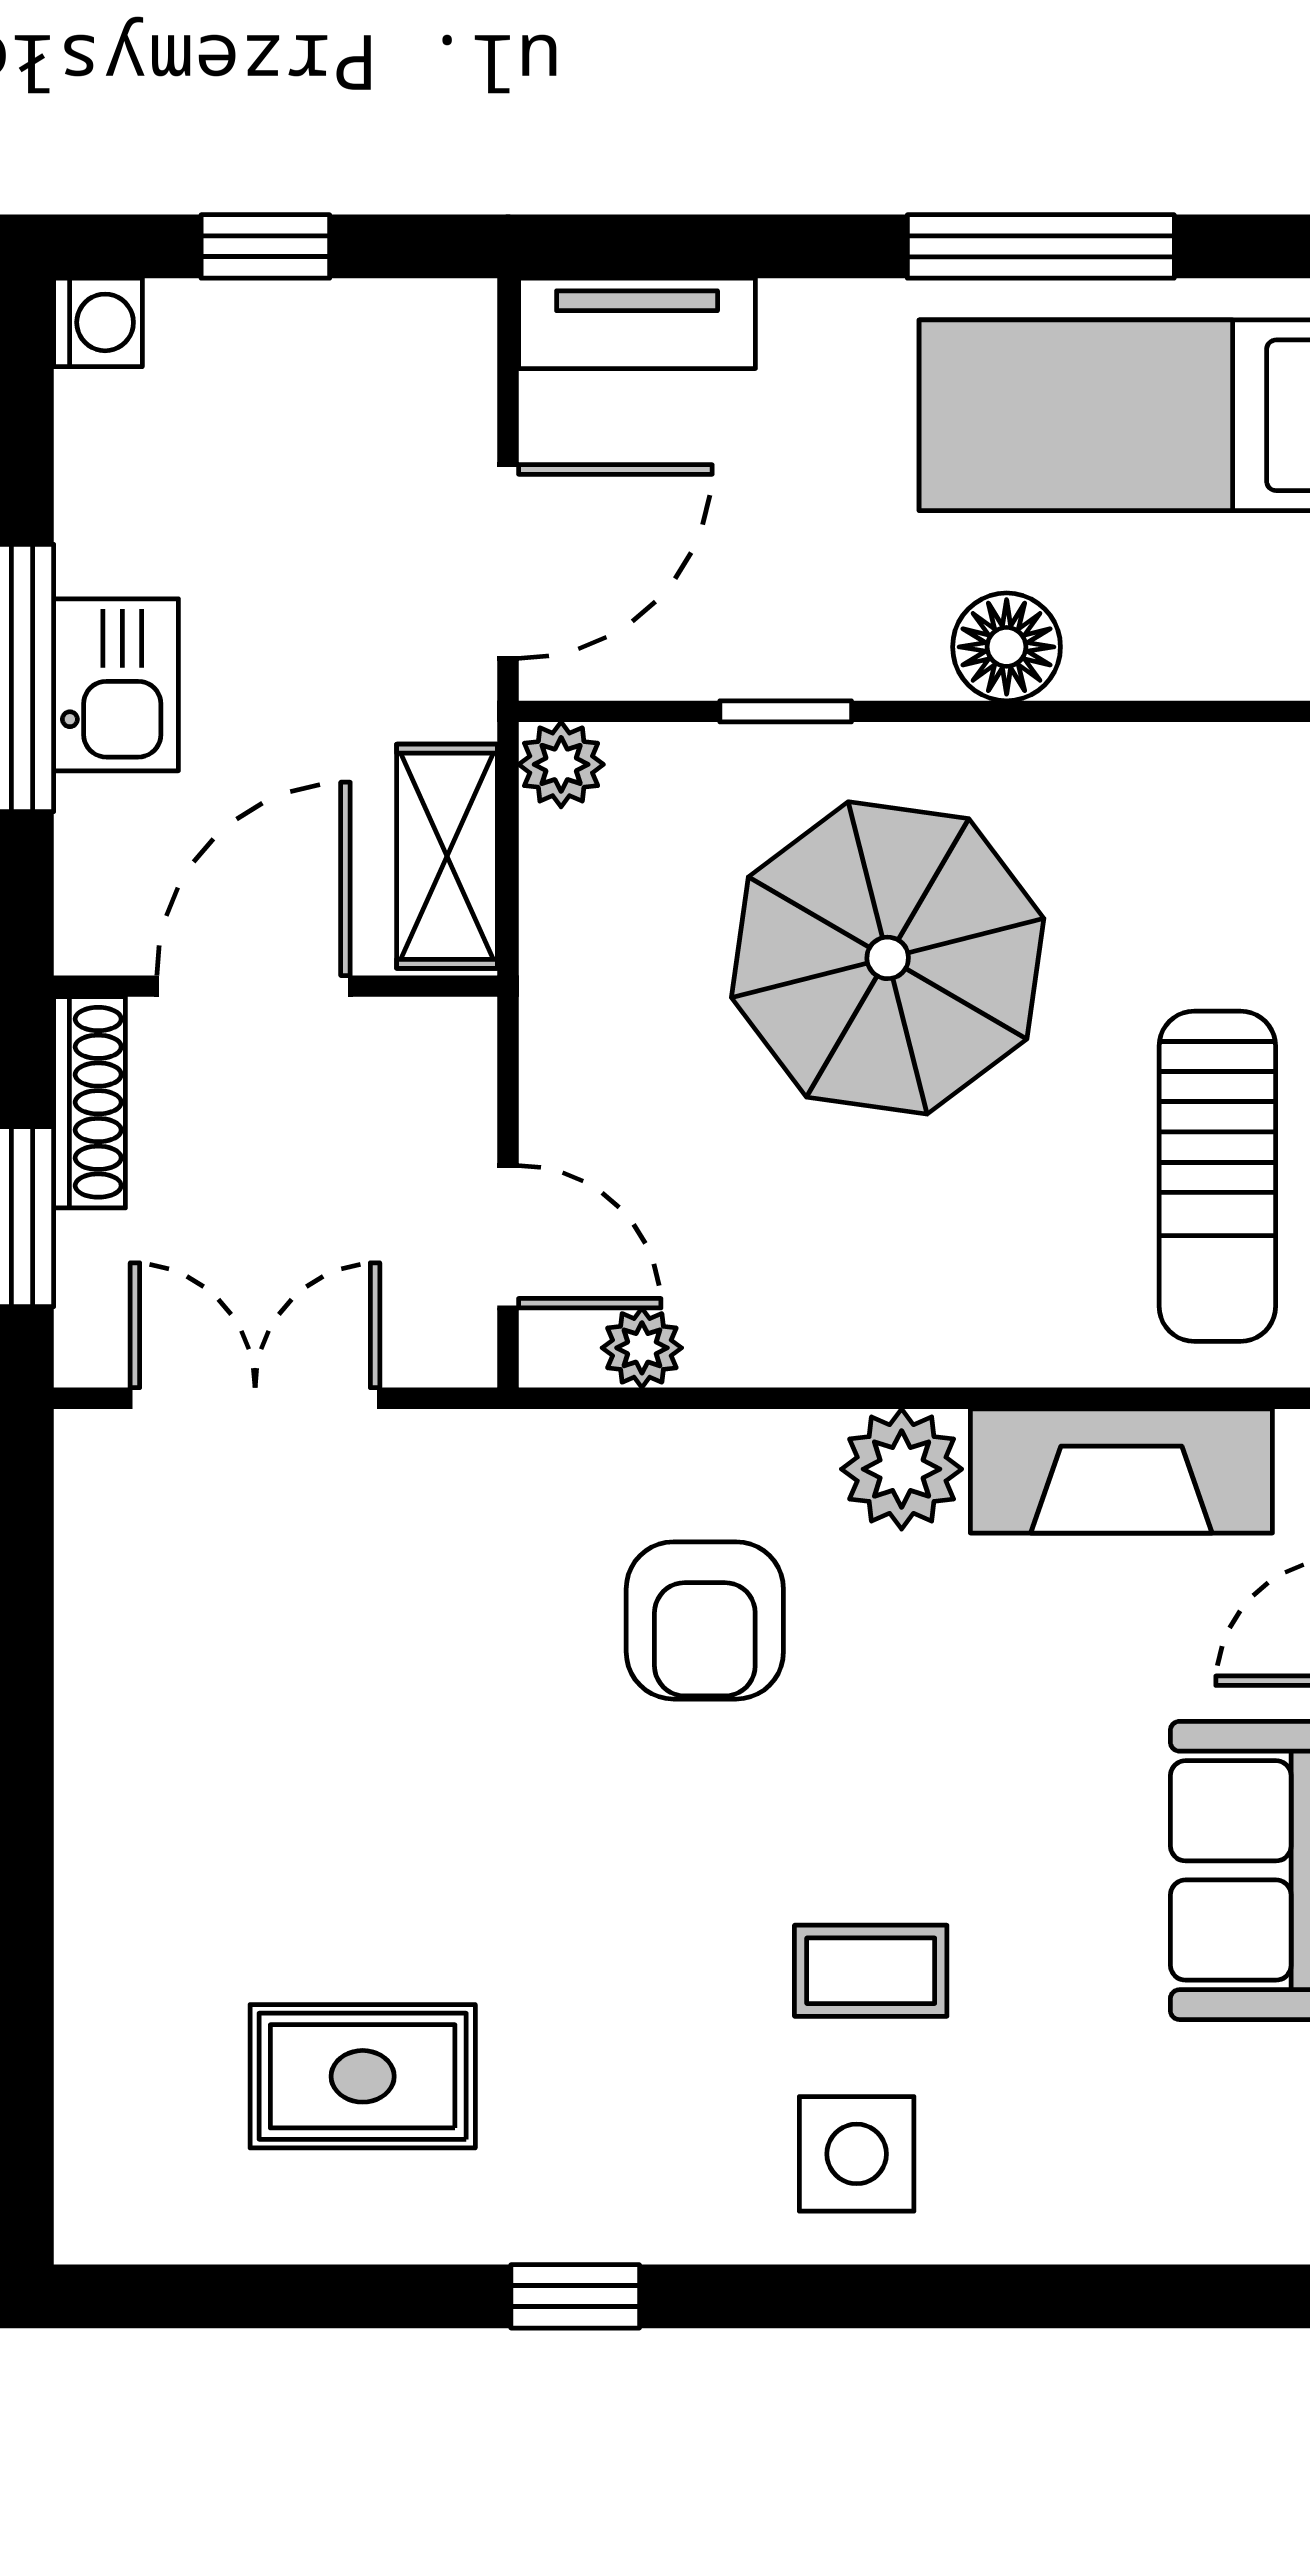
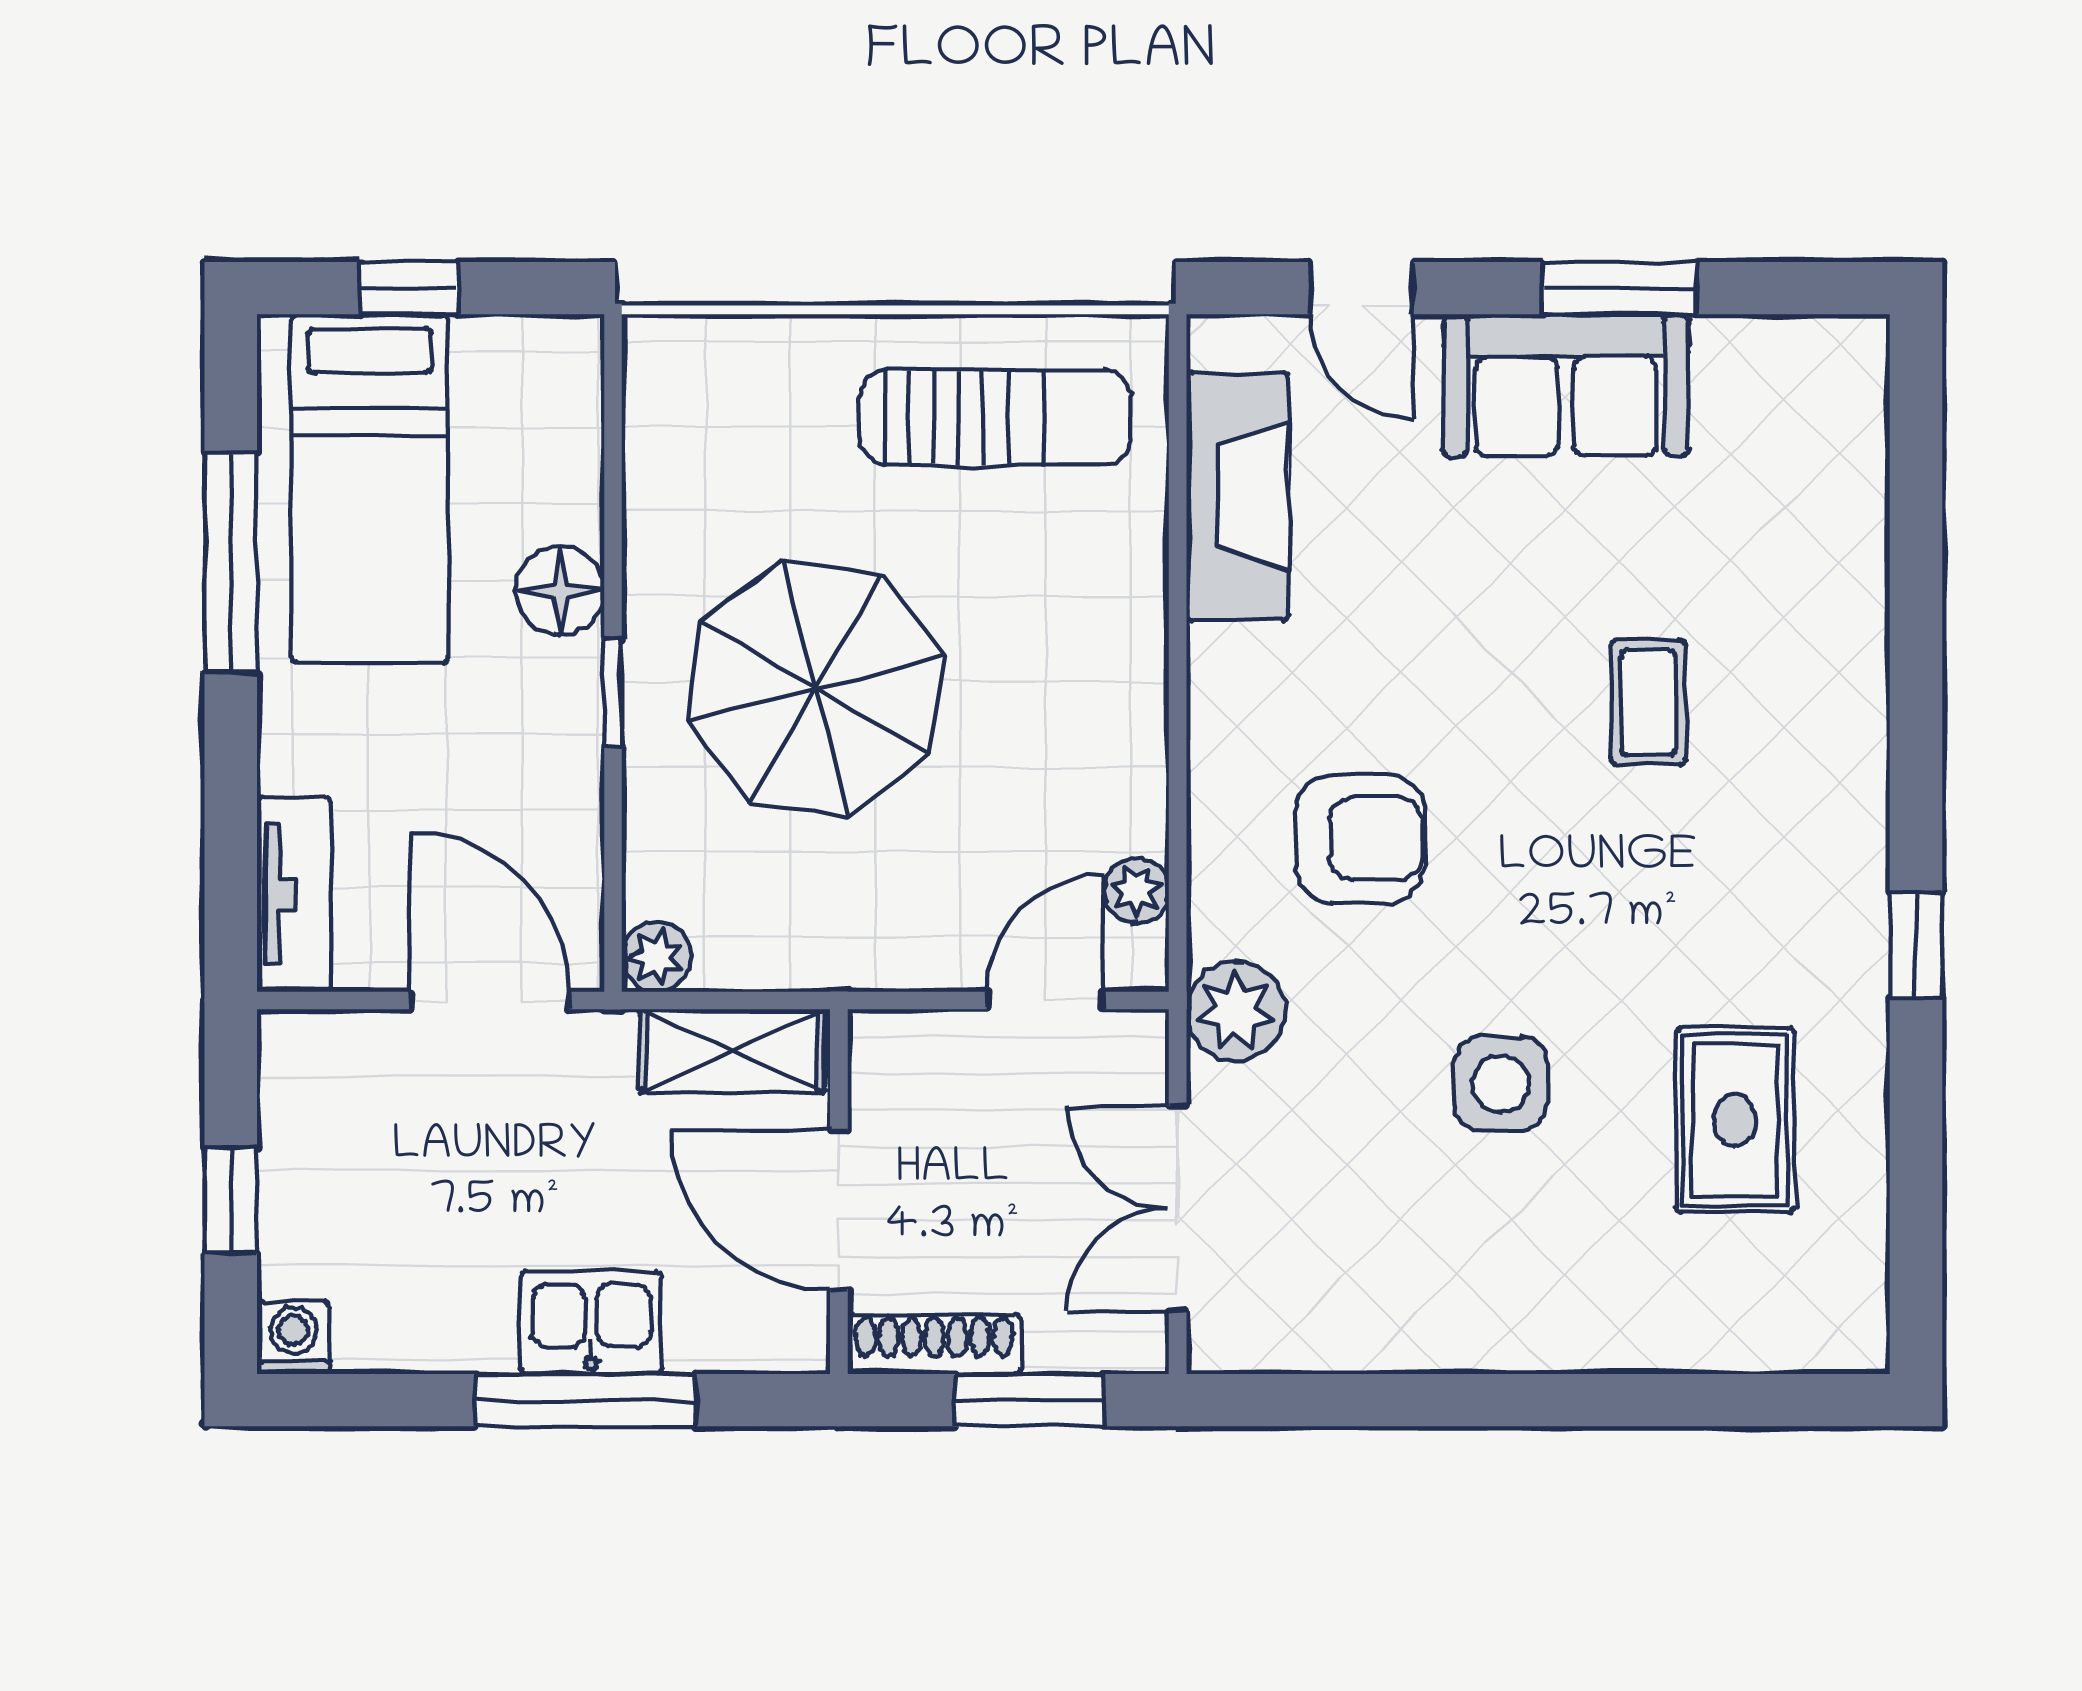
window: (786, 711) -> (613, 693), moved
plant: (902, 1469) -> (1236, 1011), moved
side table: (857, 2154) -> (1501, 1084), moved

